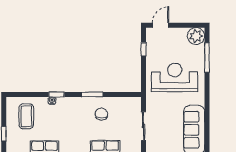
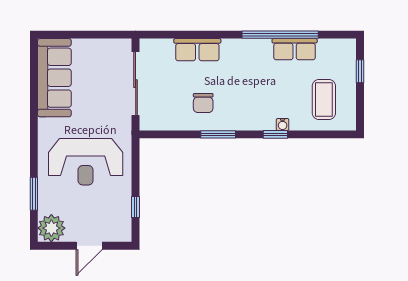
door: (161, 25) -> (89, 246), moved
window: (207, 58) -> (34, 194), width x0.69
sliding door: (144, 126) -> (136, 84), width x1.37

